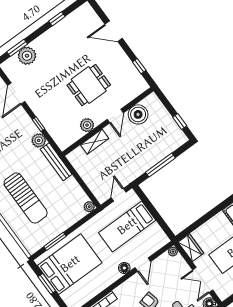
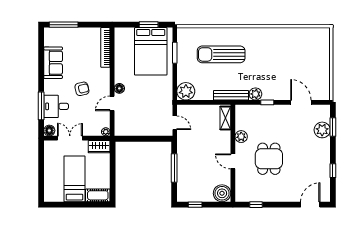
door: (114, 31) -> (310, 205), moved
boiler: (138, 114) -> (222, 193), moved
shelving: (95, 142) -> (225, 118), moved
plant: (89, 207) -> (186, 91), width x1.87, depth x1.87
bed: (127, 226) -> (148, 112), removed
door: (143, 265) -> (112, 103), hinge flipped

